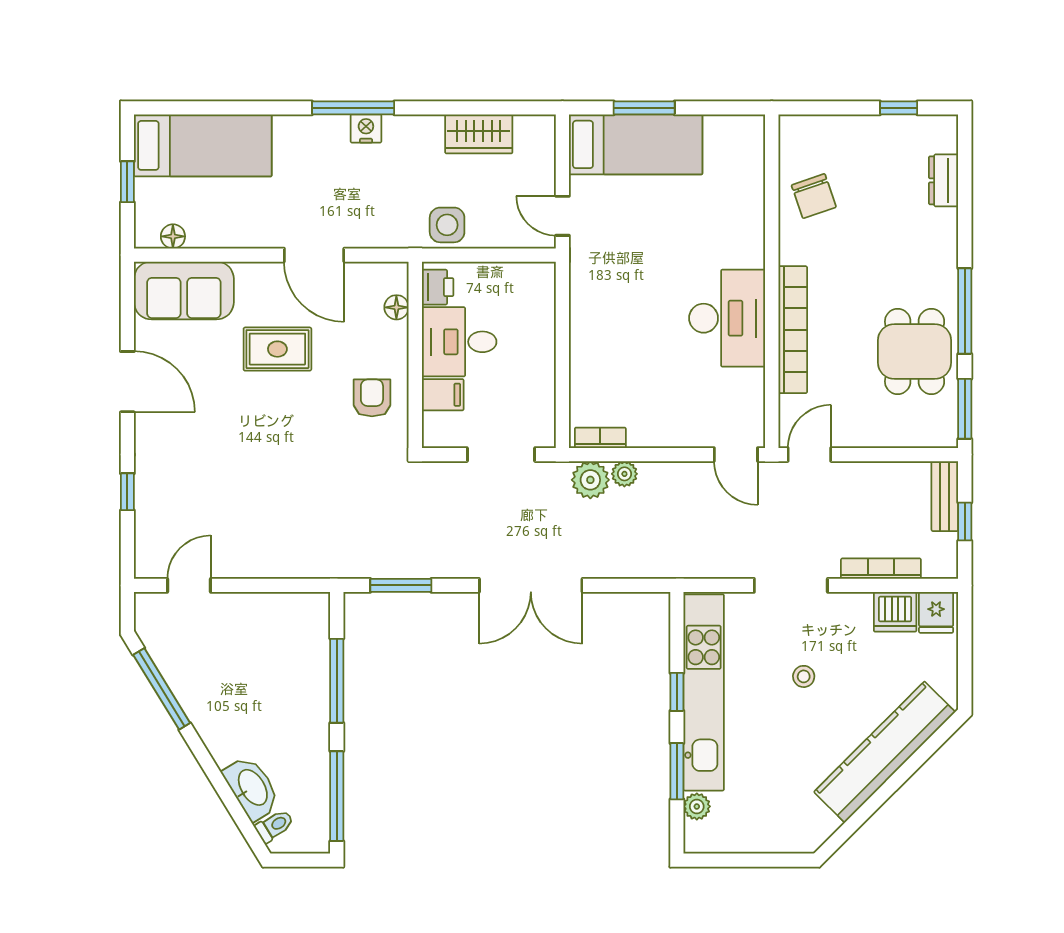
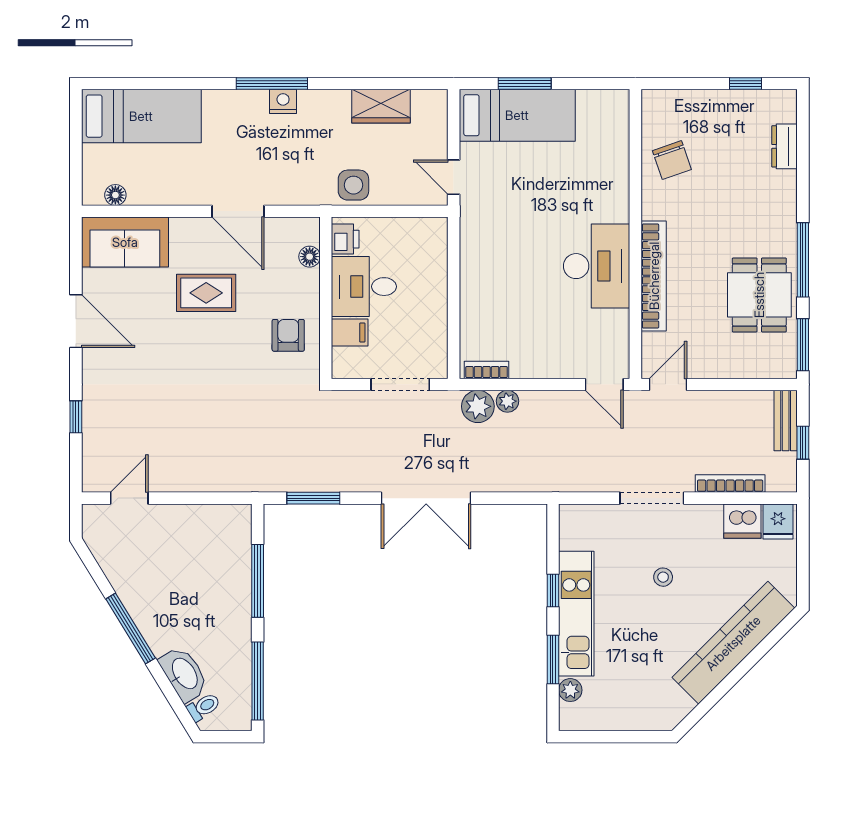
window: (127, 182) -> (76, 148), removed
window: (162, 689) -> (131, 629), moved
kitchen unit: (704, 692) -> (576, 614), width x0.73

